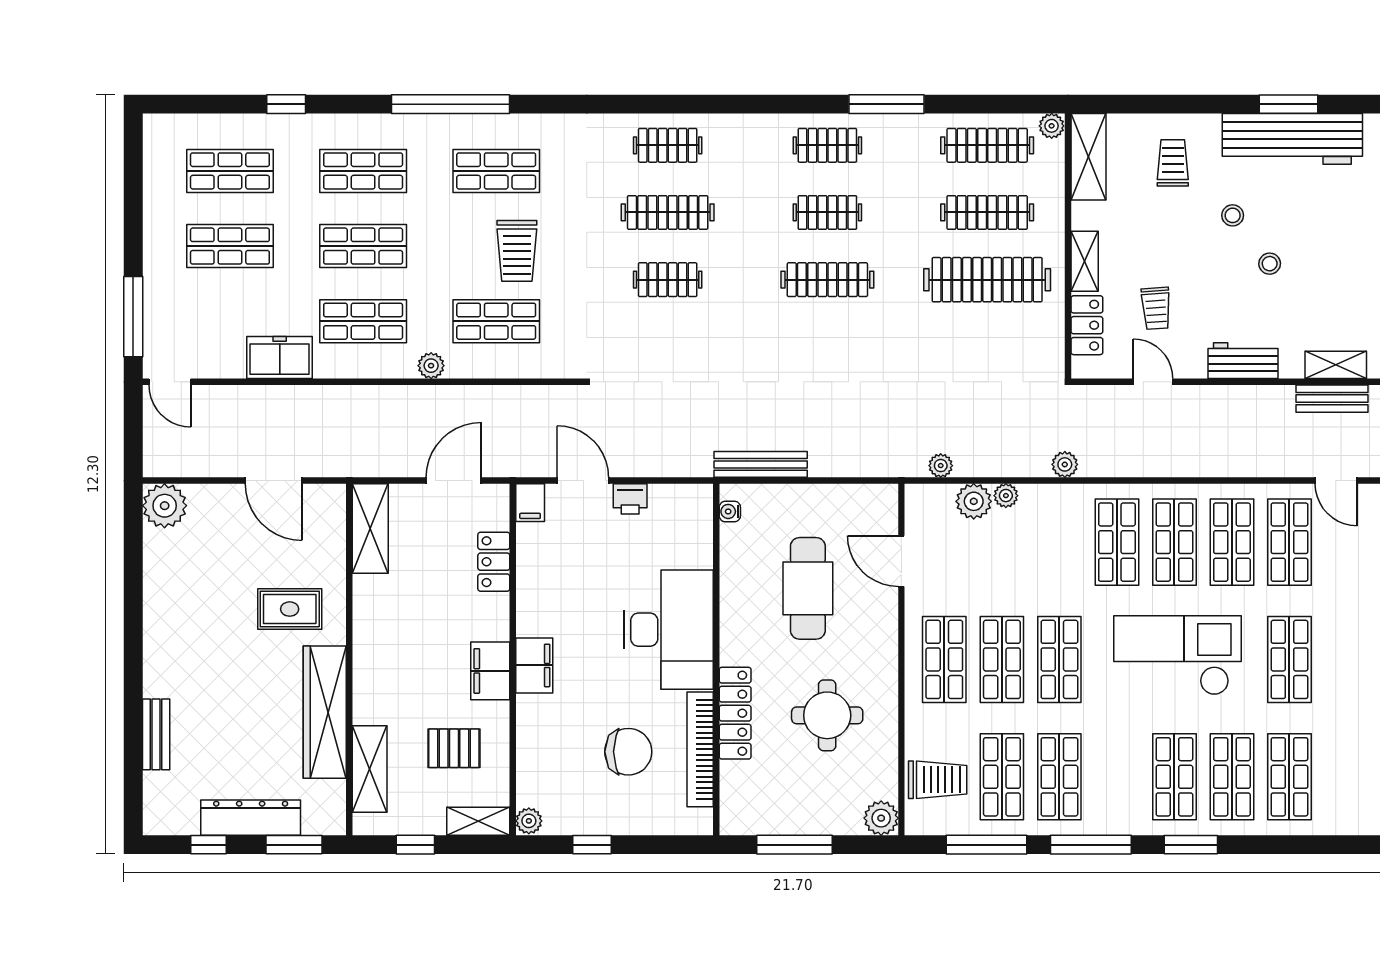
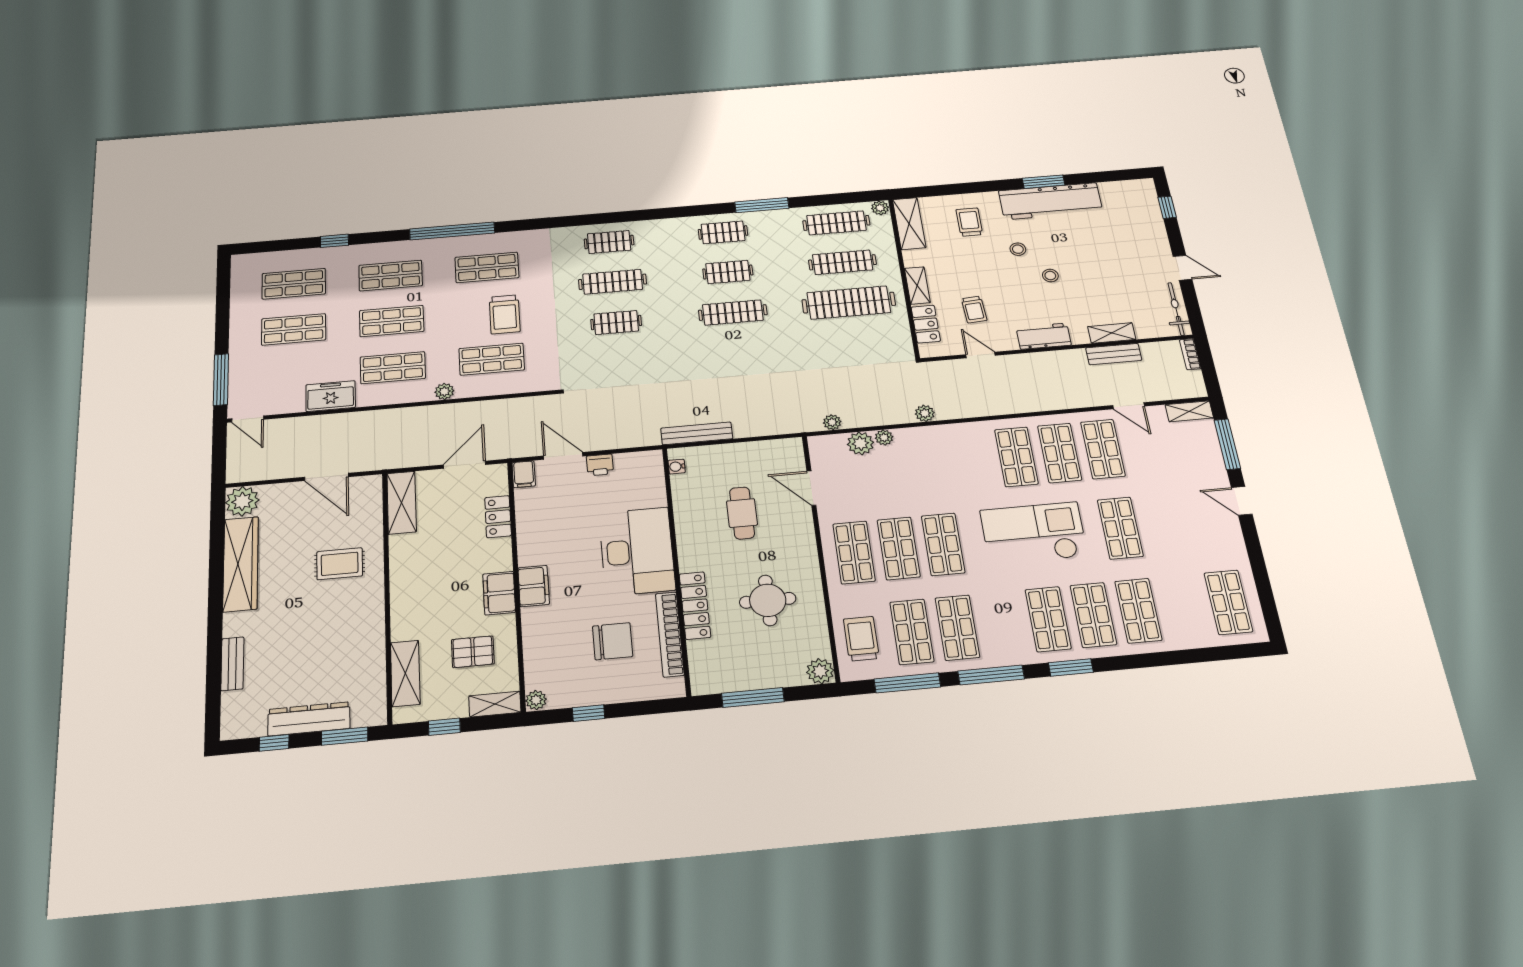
shop shelf: (1117, 542) -> (973, 461), removed
cafe table: (808, 588) -> (742, 513), width x0.73, depth x0.74
wardrobe: (325, 712) -> (241, 564), moved, turned 180
trolley: (938, 780) -> (861, 639), turned -90

